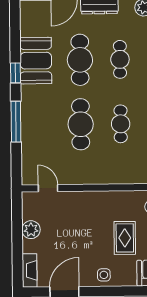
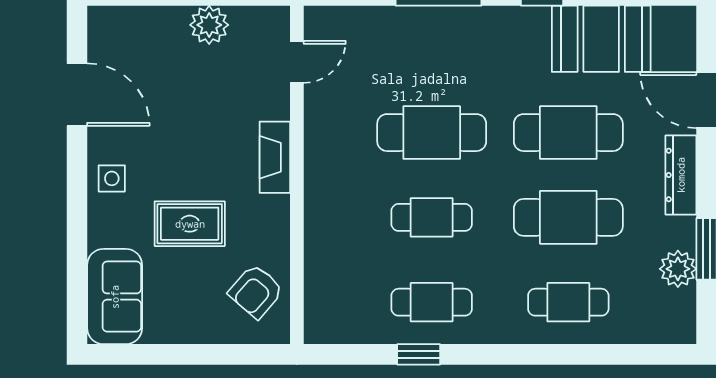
cafe table: (120, 59) -> (568, 217), width x1.37, depth x1.35
booth: (36, 61) -> (601, 39), moved
fireplace: (30, 270) -> (275, 157), moved, turned 90

